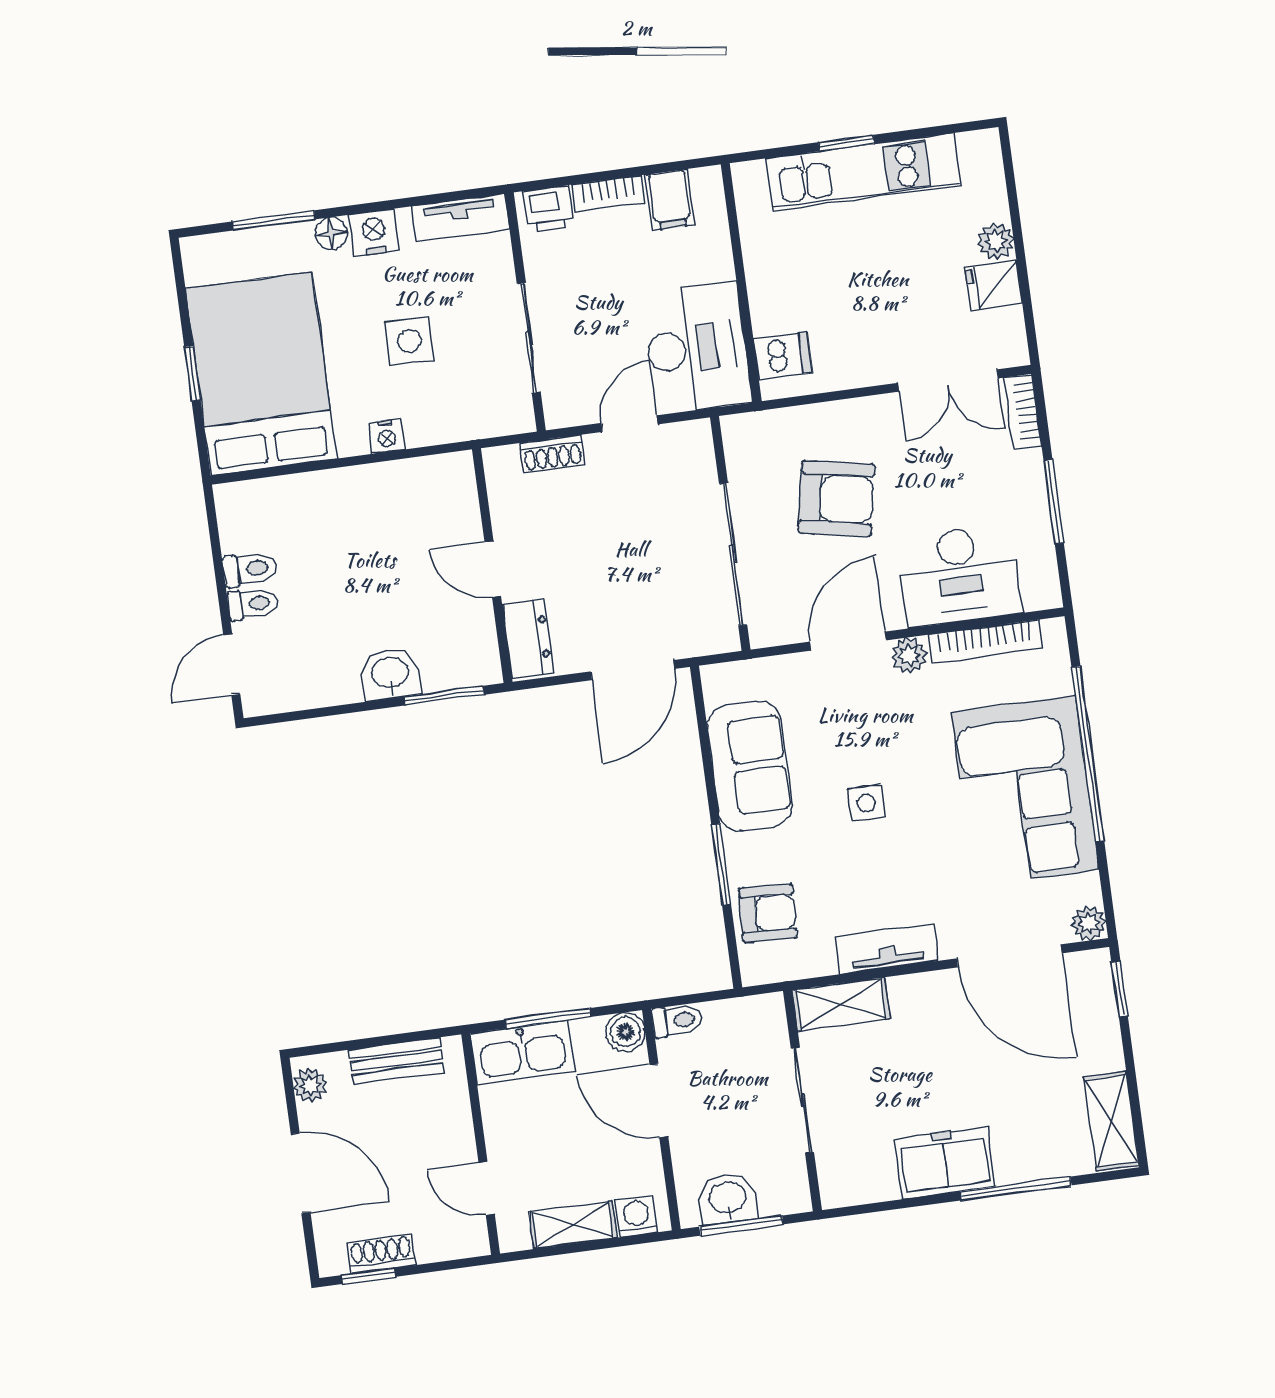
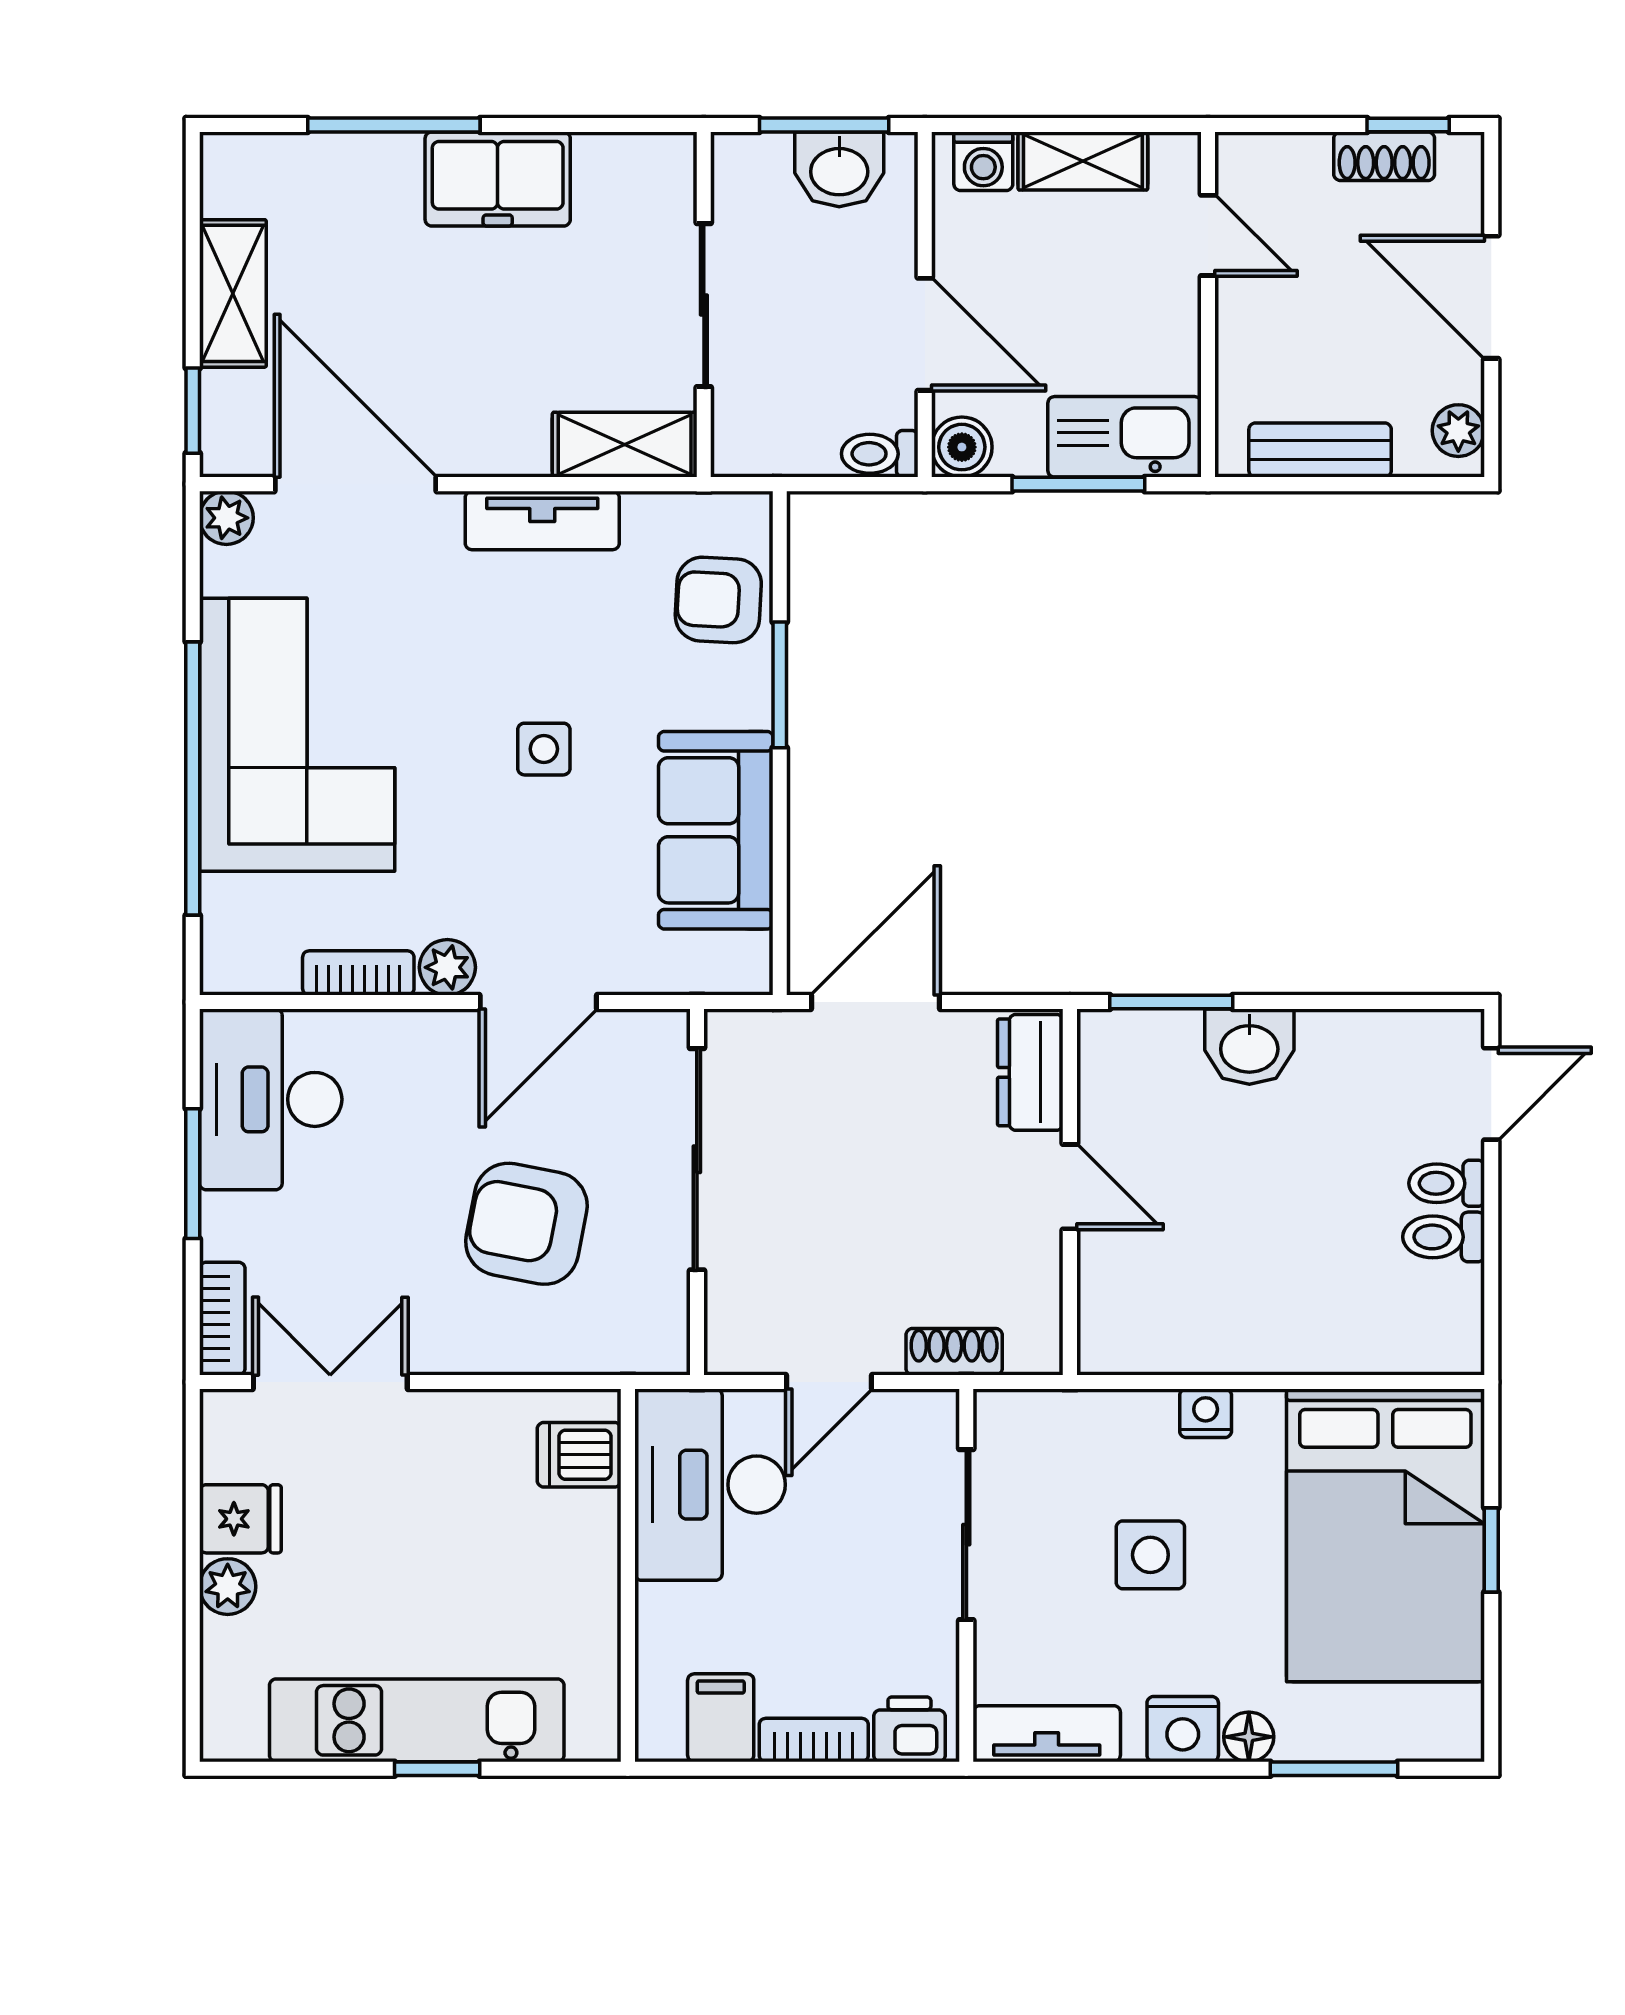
desk: (959, 575) -> (271, 1099), moved, turned -90
bookcase: (985, 641) -> (358, 973), width x0.64
shelving: (1111, 1121) -> (233, 293), moved

